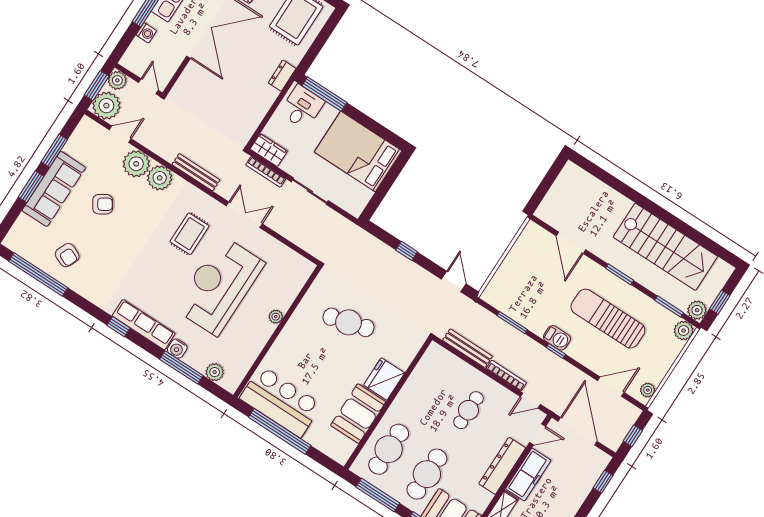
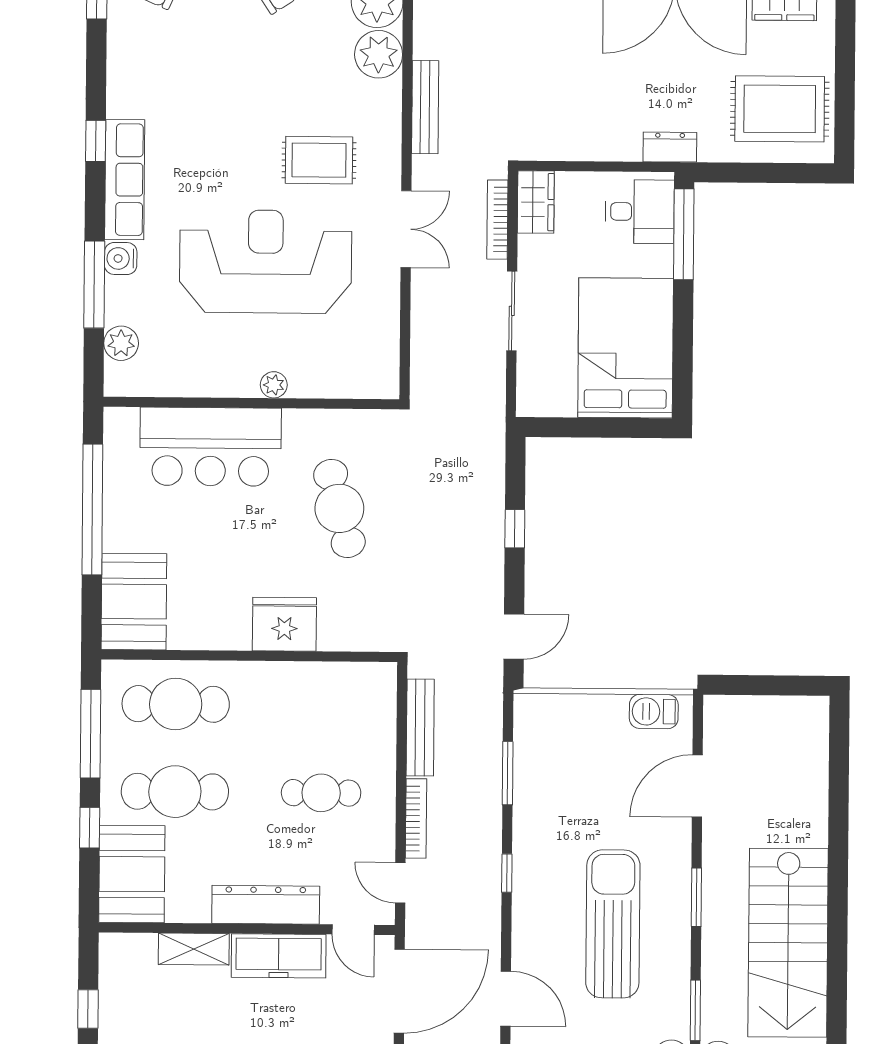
barbecue: (557, 338) -> (654, 711), moved, turned 90
bar counter: (281, 401) -> (211, 447), moved, turned 90
booth: (358, 414) -> (134, 602), moved, turned 90

